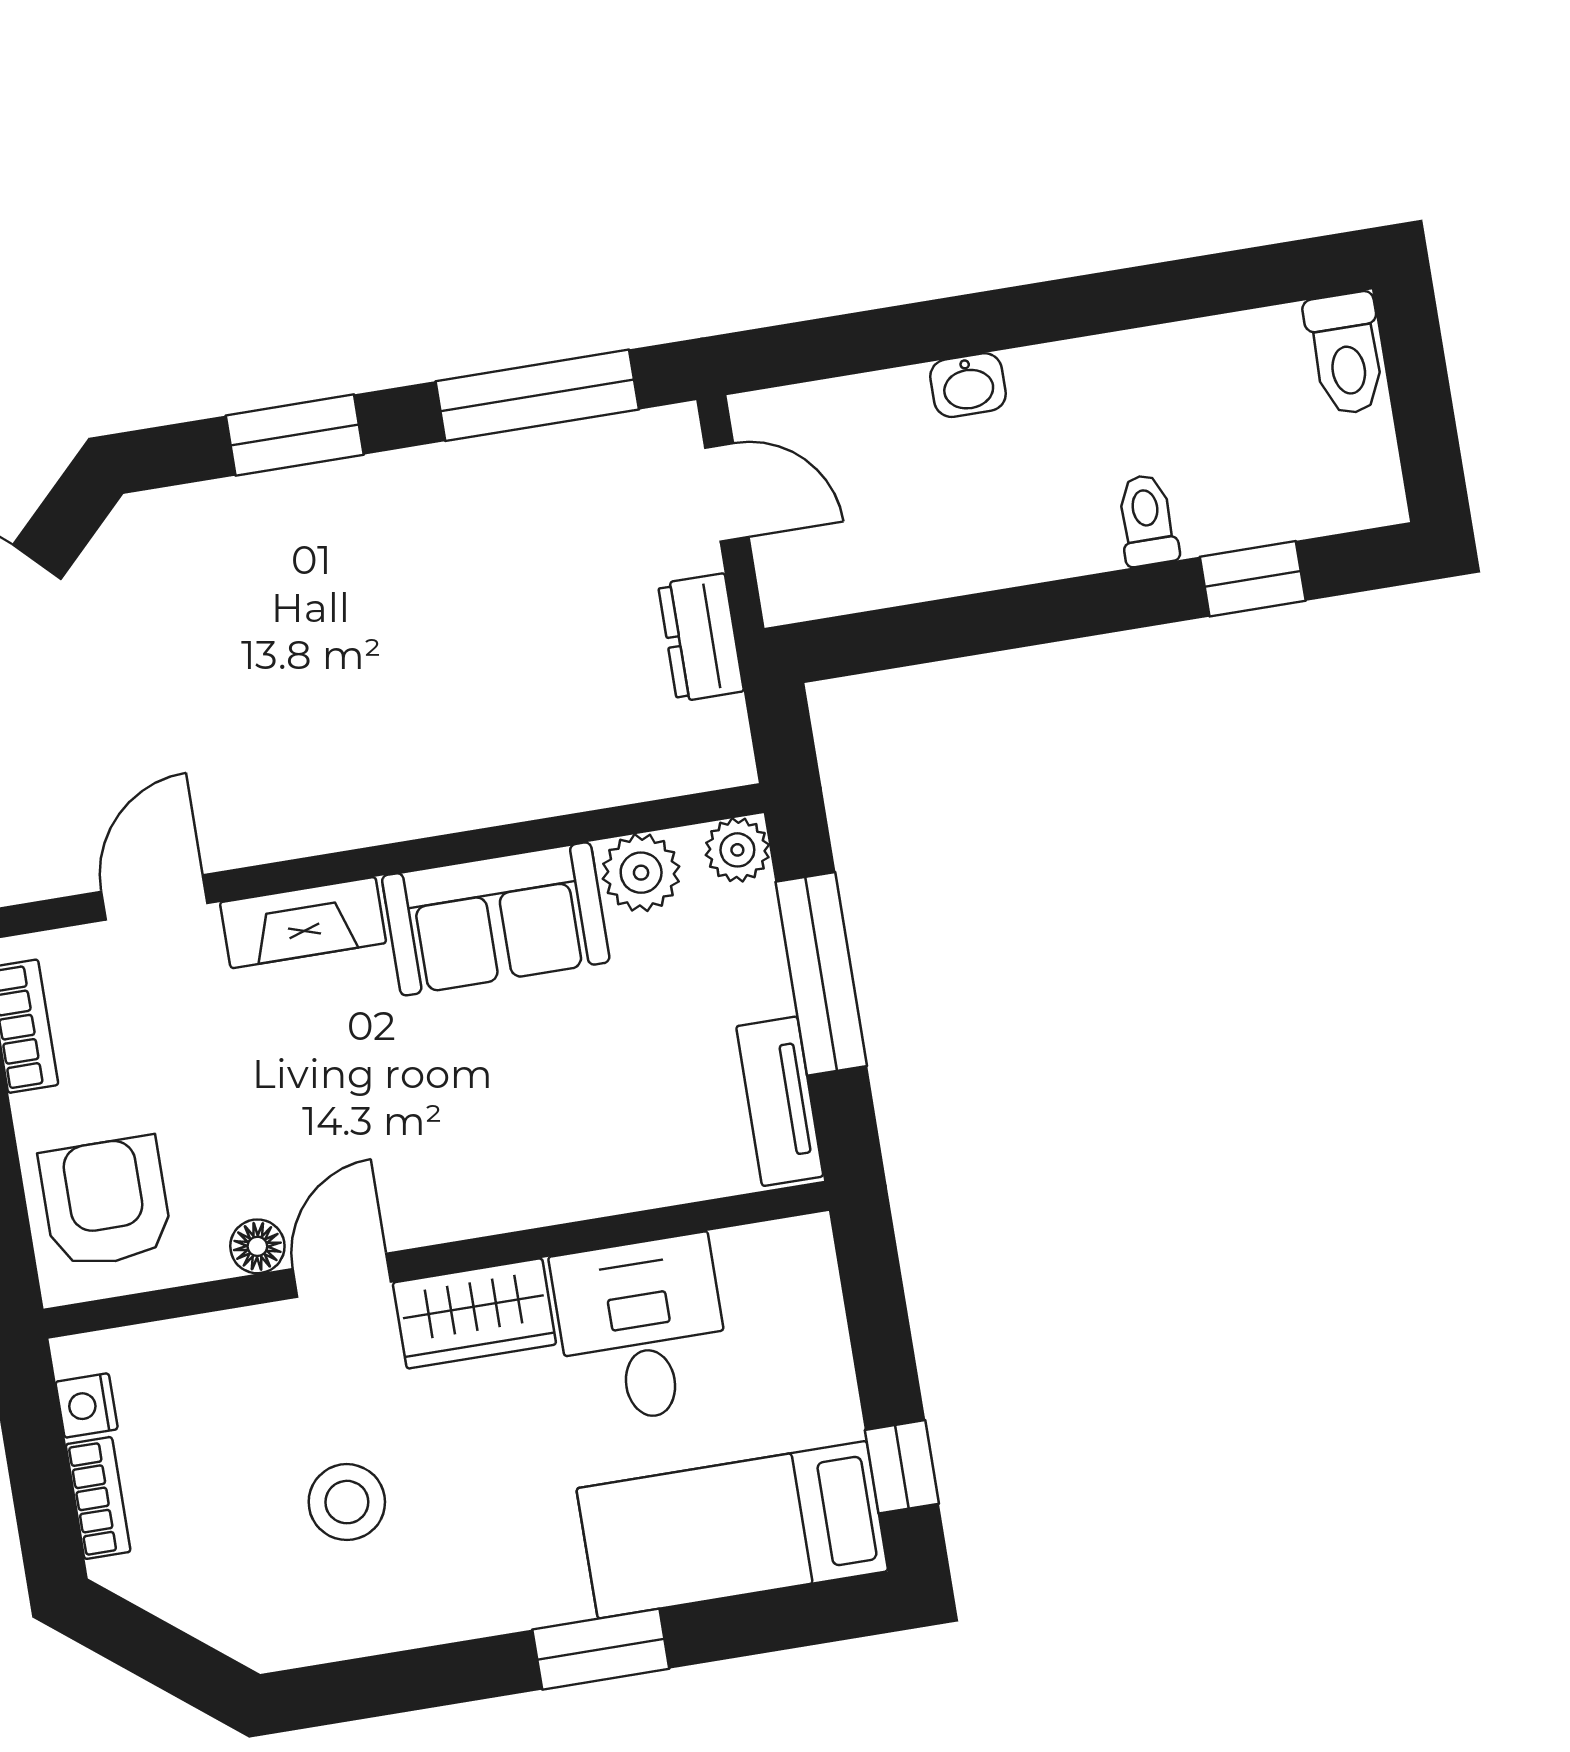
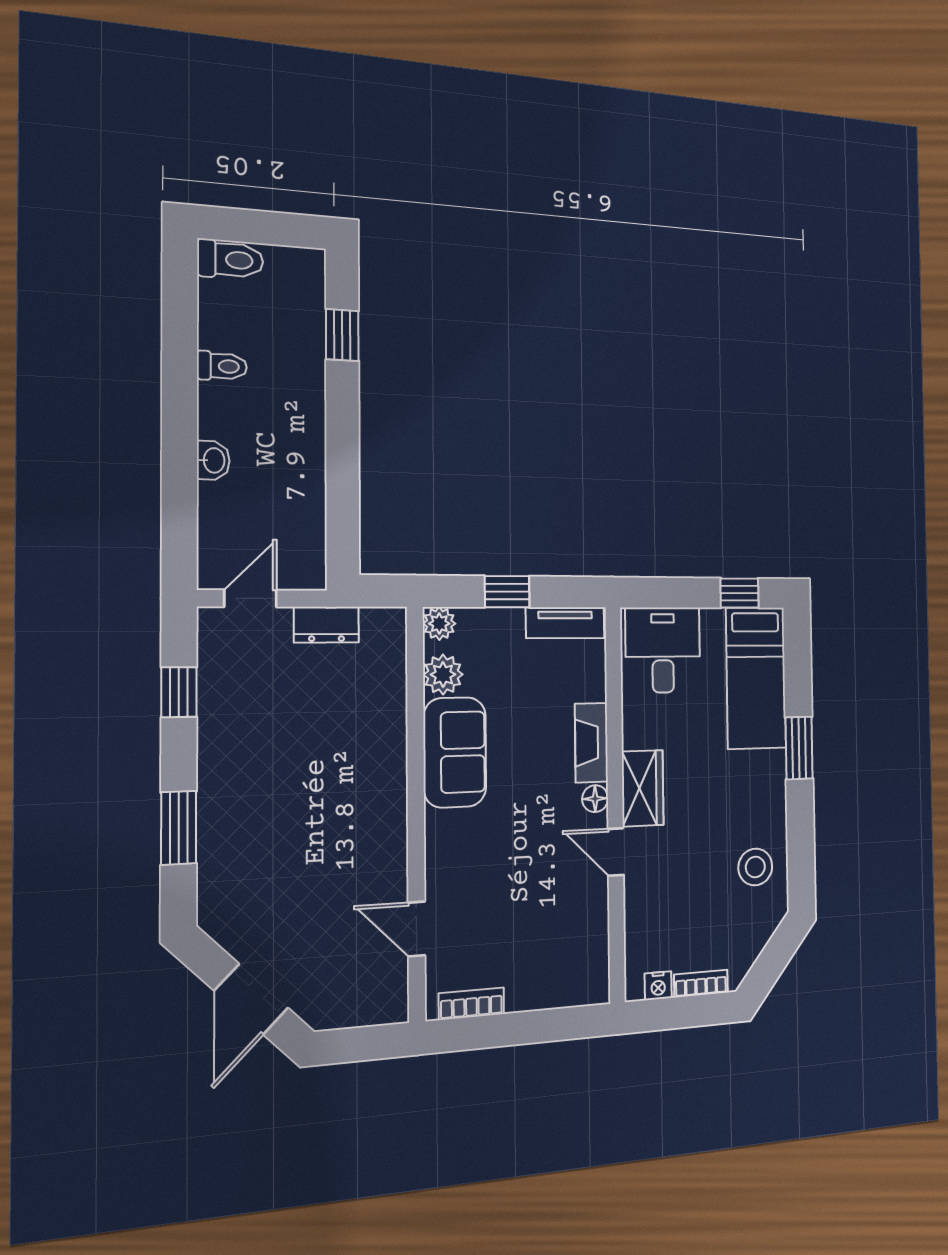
window: (537, 395) -> (179, 692), width x0.46
toilet: (1147, 520) -> (222, 366), moved, turned 180
fireplace: (303, 923) -> (591, 743), moved, turned 180
window: (821, 974) -> (507, 592), width x0.46
armchair: (106, 1202) -> (564, 968), removed
floor lamp: (257, 1246) -> (595, 799), moved
desk: (642, 1330) -> (663, 650), moved, turned 90
stool: (347, 1502) -> (755, 867), moved

